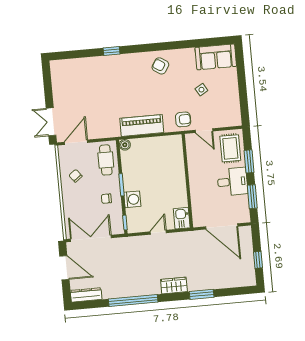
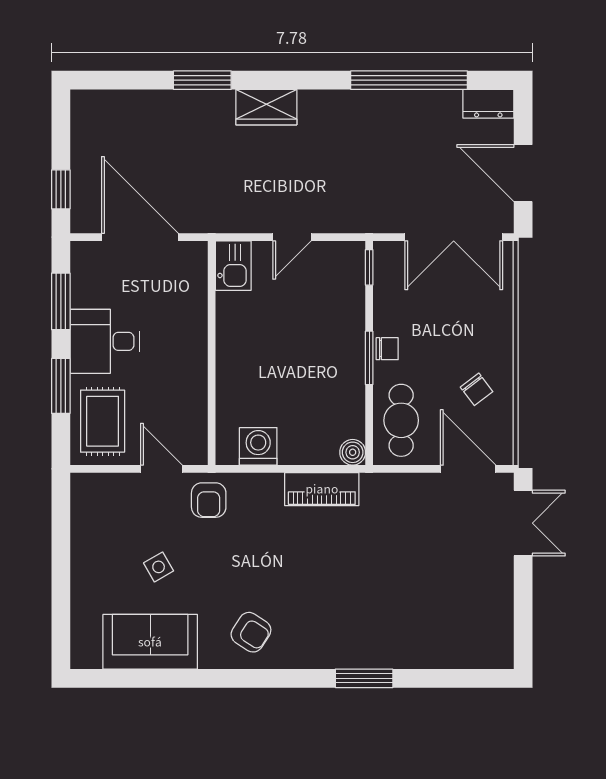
window: (111, 51) -> (364, 678), width x1.50
sofa: (216, 57) -> (150, 642), moved
armchair: (183, 119) -> (209, 500), turned -90
piano: (142, 125) -> (322, 489), width x0.73, depth x0.75
door: (76, 142) -> (468, 469), swing flipped
chair: (106, 199) -> (387, 349), moved
washing machine: (132, 199) -> (258, 446), moved, turned 90
window: (258, 260) -> (61, 189), moved
dresser: (86, 295) -> (488, 104), width x0.70
window: (133, 301) -> (409, 80), moved

